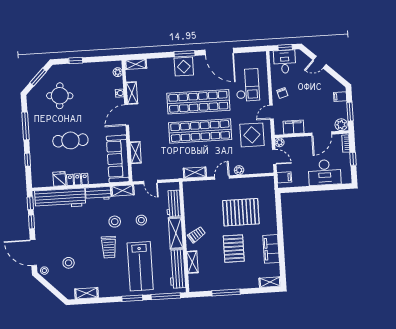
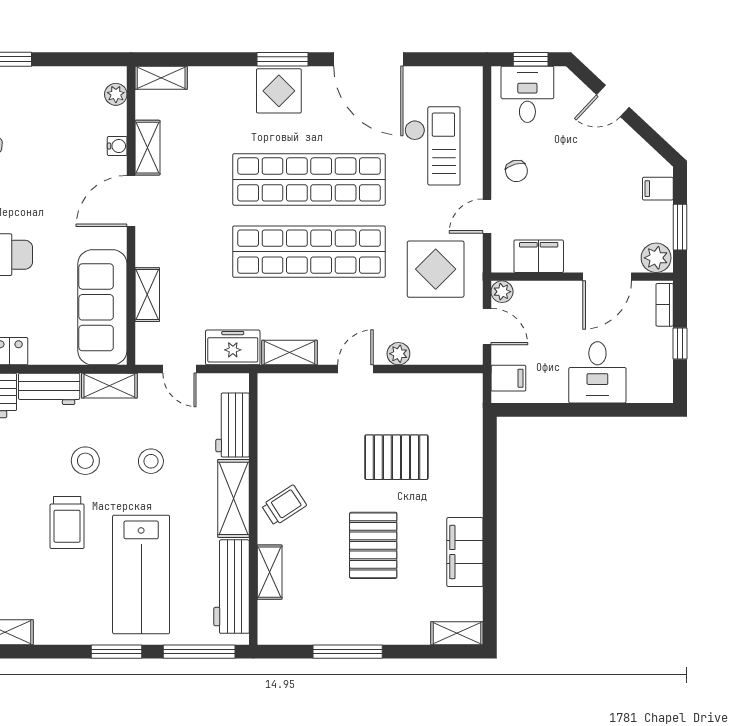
freezer: (172, 172) -> (233, 347), added
desk: (325, 172) -> (597, 372), width x0.73
pallet: (241, 212) -> (396, 457), width x0.73, depth x0.71

